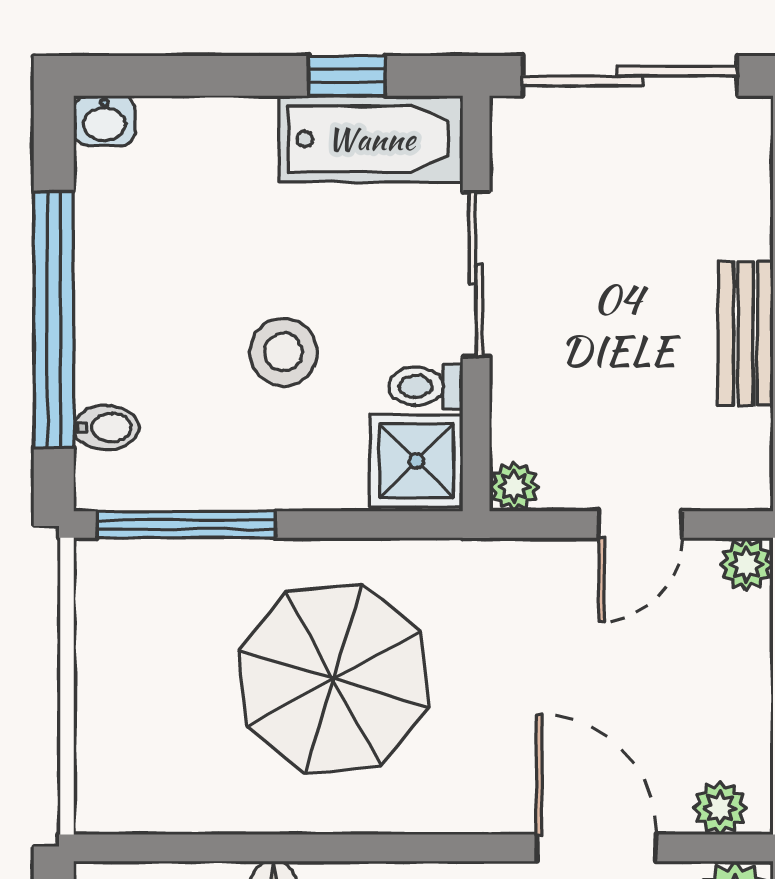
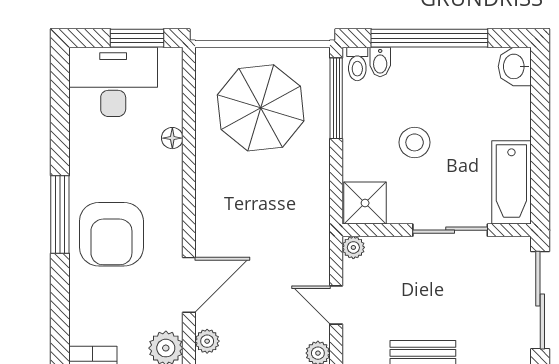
window: (347, 76) -> (540, 171), removed
washbasin: (104, 121) -> (515, 66), width x1.38, depth x1.45
toilet: (426, 386) -> (357, 64), moved, turned 180
parasol: (333, 679) -> (261, 108), moved

